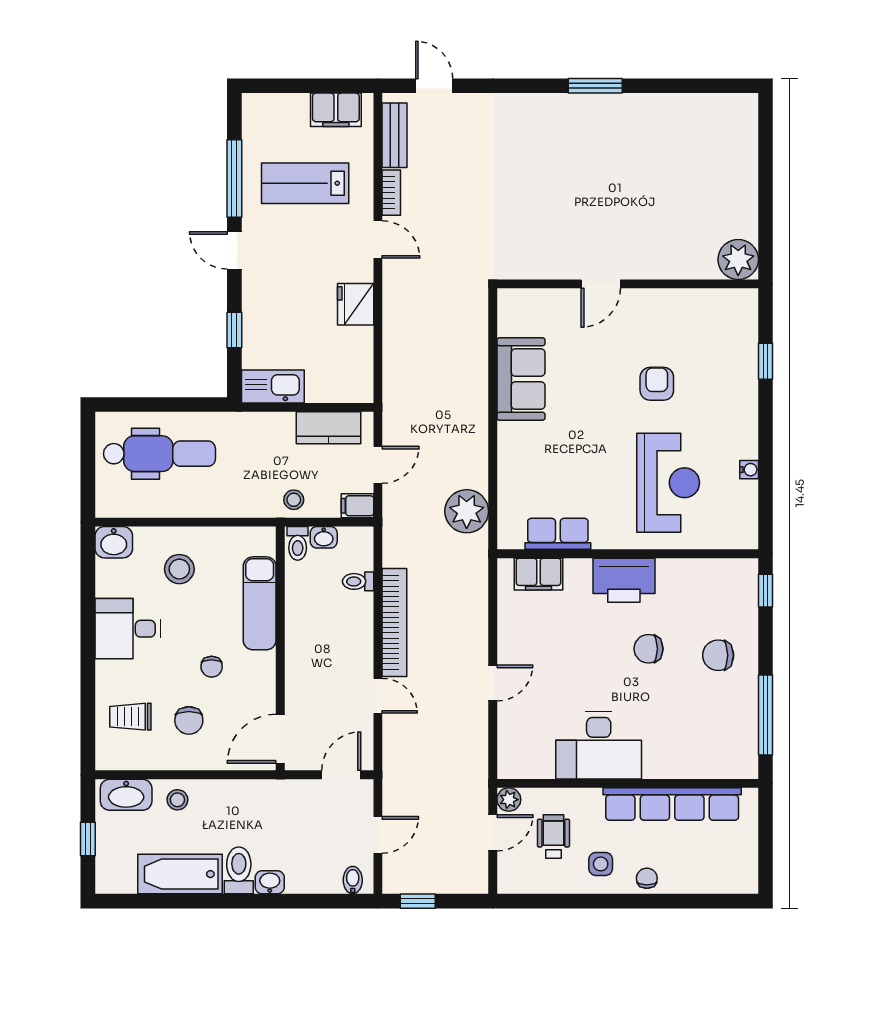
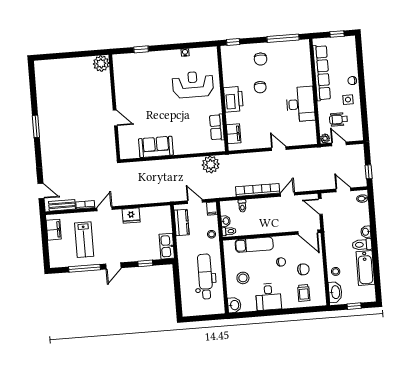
door: (434, 86) -> (41, 191), swing flipped
armchair: (657, 384) -> (154, 92), removed
dental chair: (159, 454) -> (205, 276), moved
window: (765, 850) -> (337, 34), added

